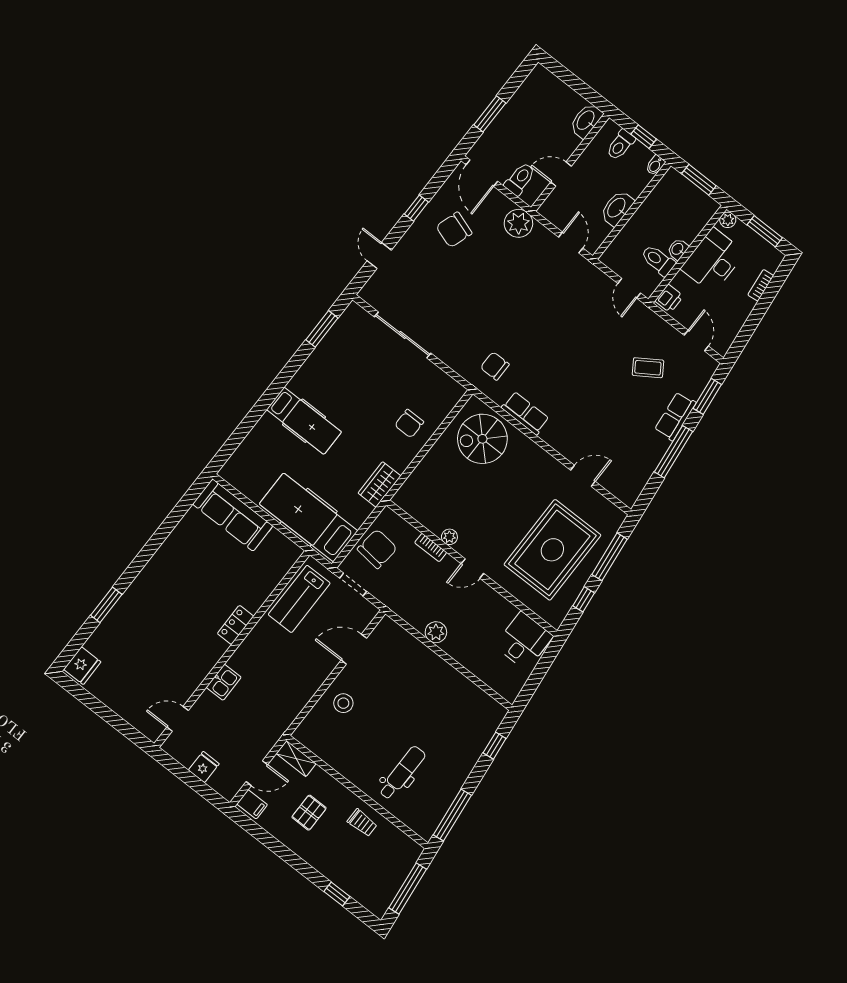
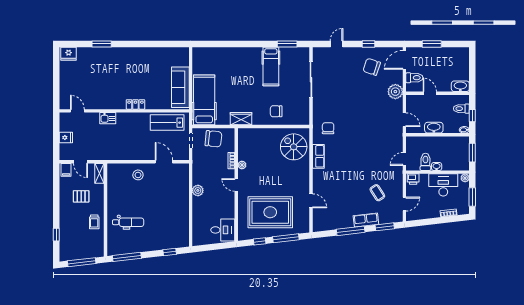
door: (571, 243) -> (404, 120), hinge flipped
hospital bed: (304, 421) -> (271, 66), moved
sofa: (233, 515) -> (180, 87), moved

